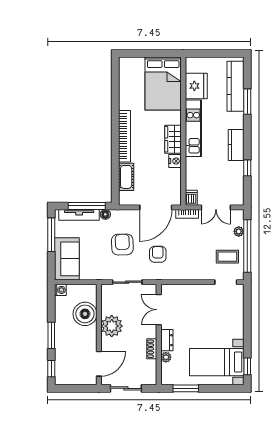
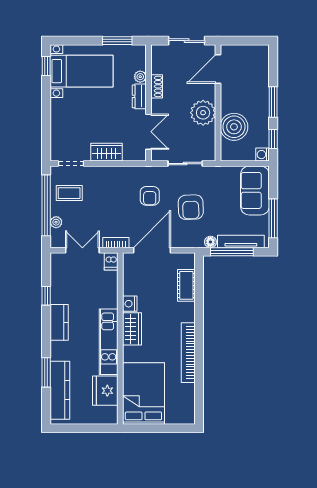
bookcase: (124, 136) -> (188, 353), moved
wardrobe: (195, 292) -> (107, 152), added
window: (51, 369) -> (273, 139), moved

